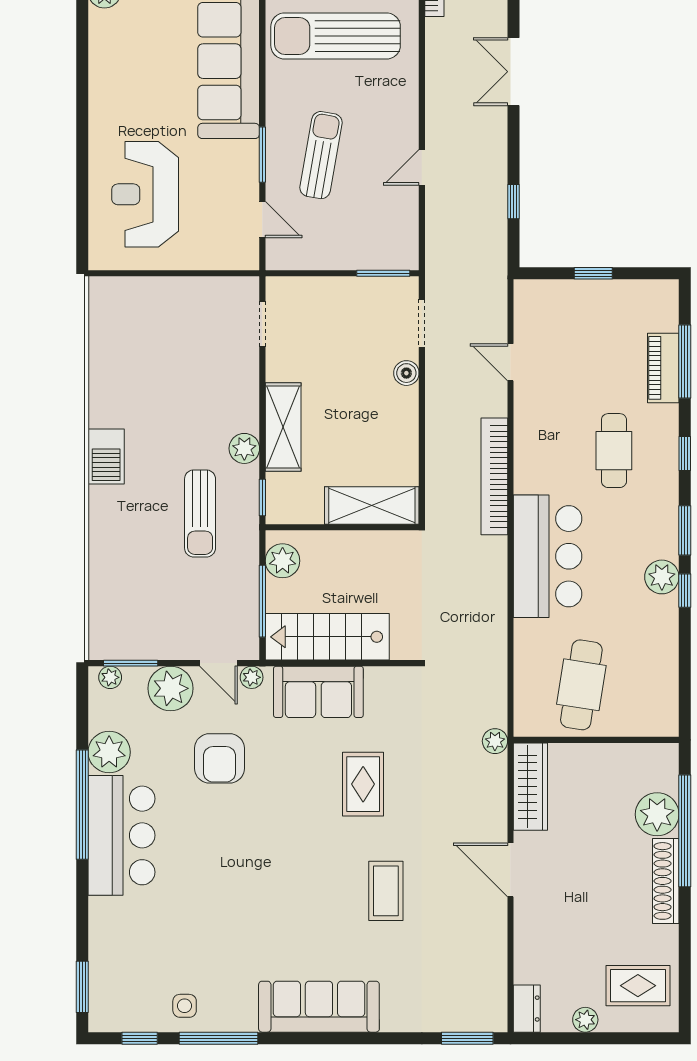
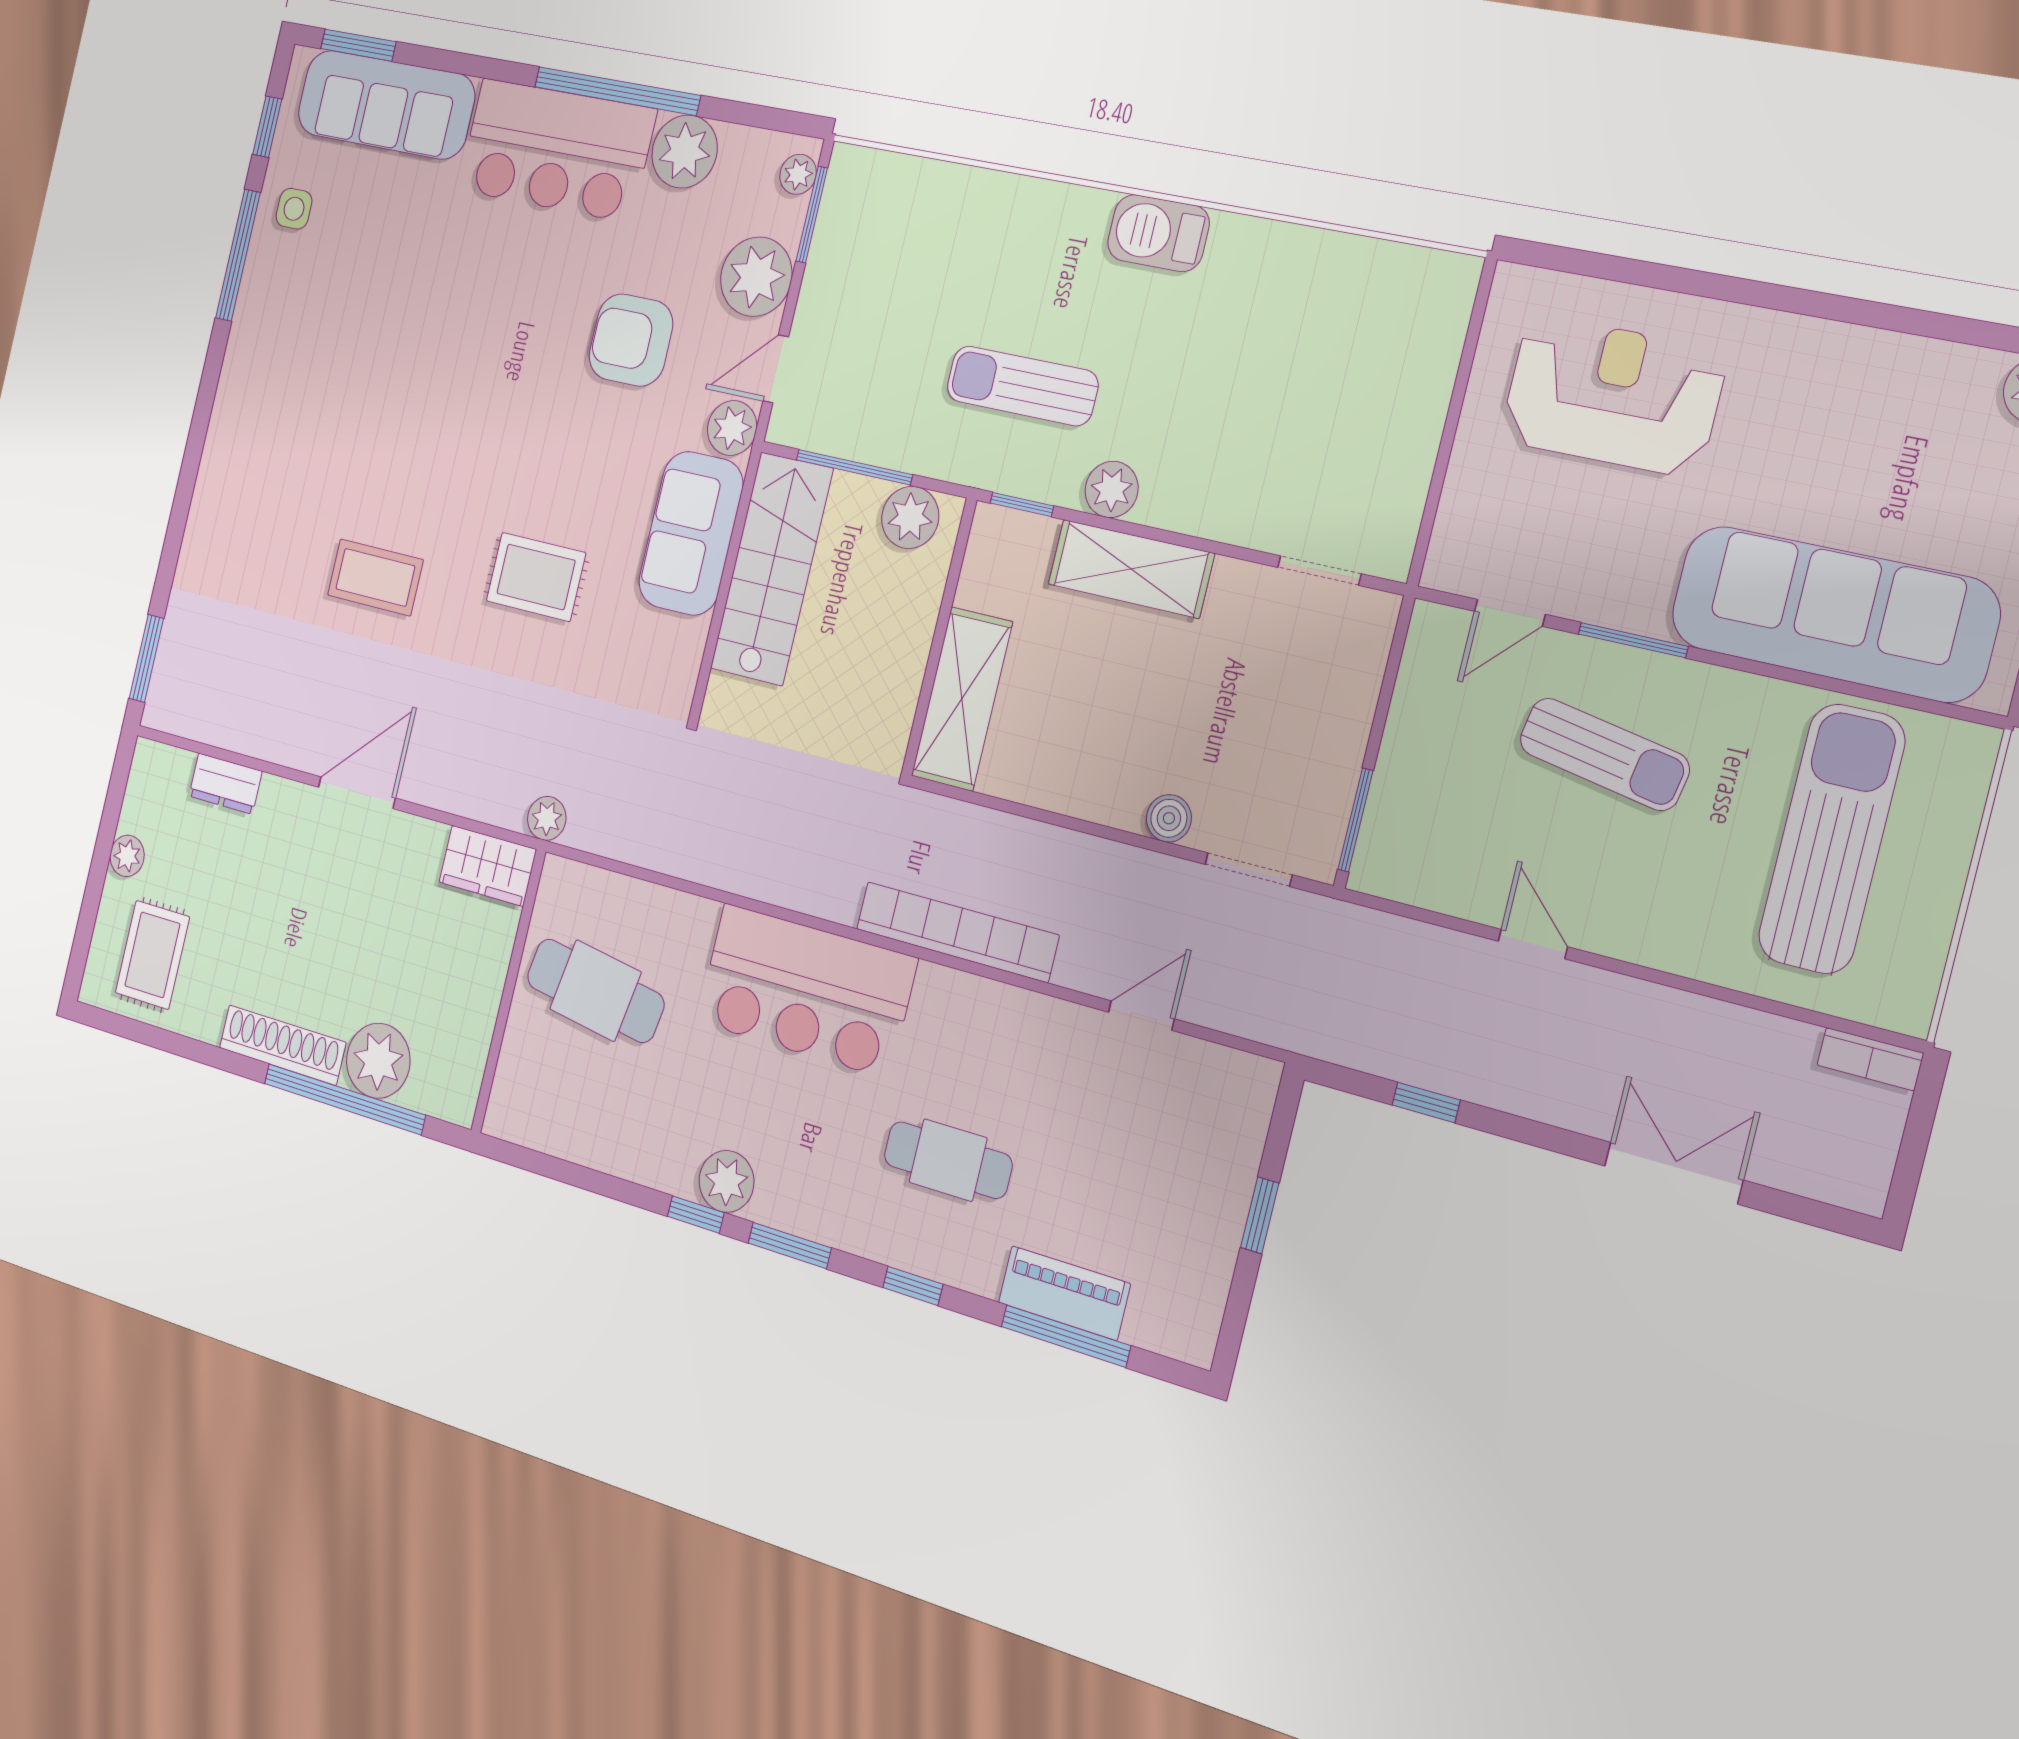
plant: (252, 677) -> (732, 428), width x1.38, depth x1.38
wardrobe: (530, 787) -> (488, 866), width x0.67
sofa: (319, 1007) -> (386, 105), moved, turned 90
dresser: (527, 1009) -> (225, 784), moved

